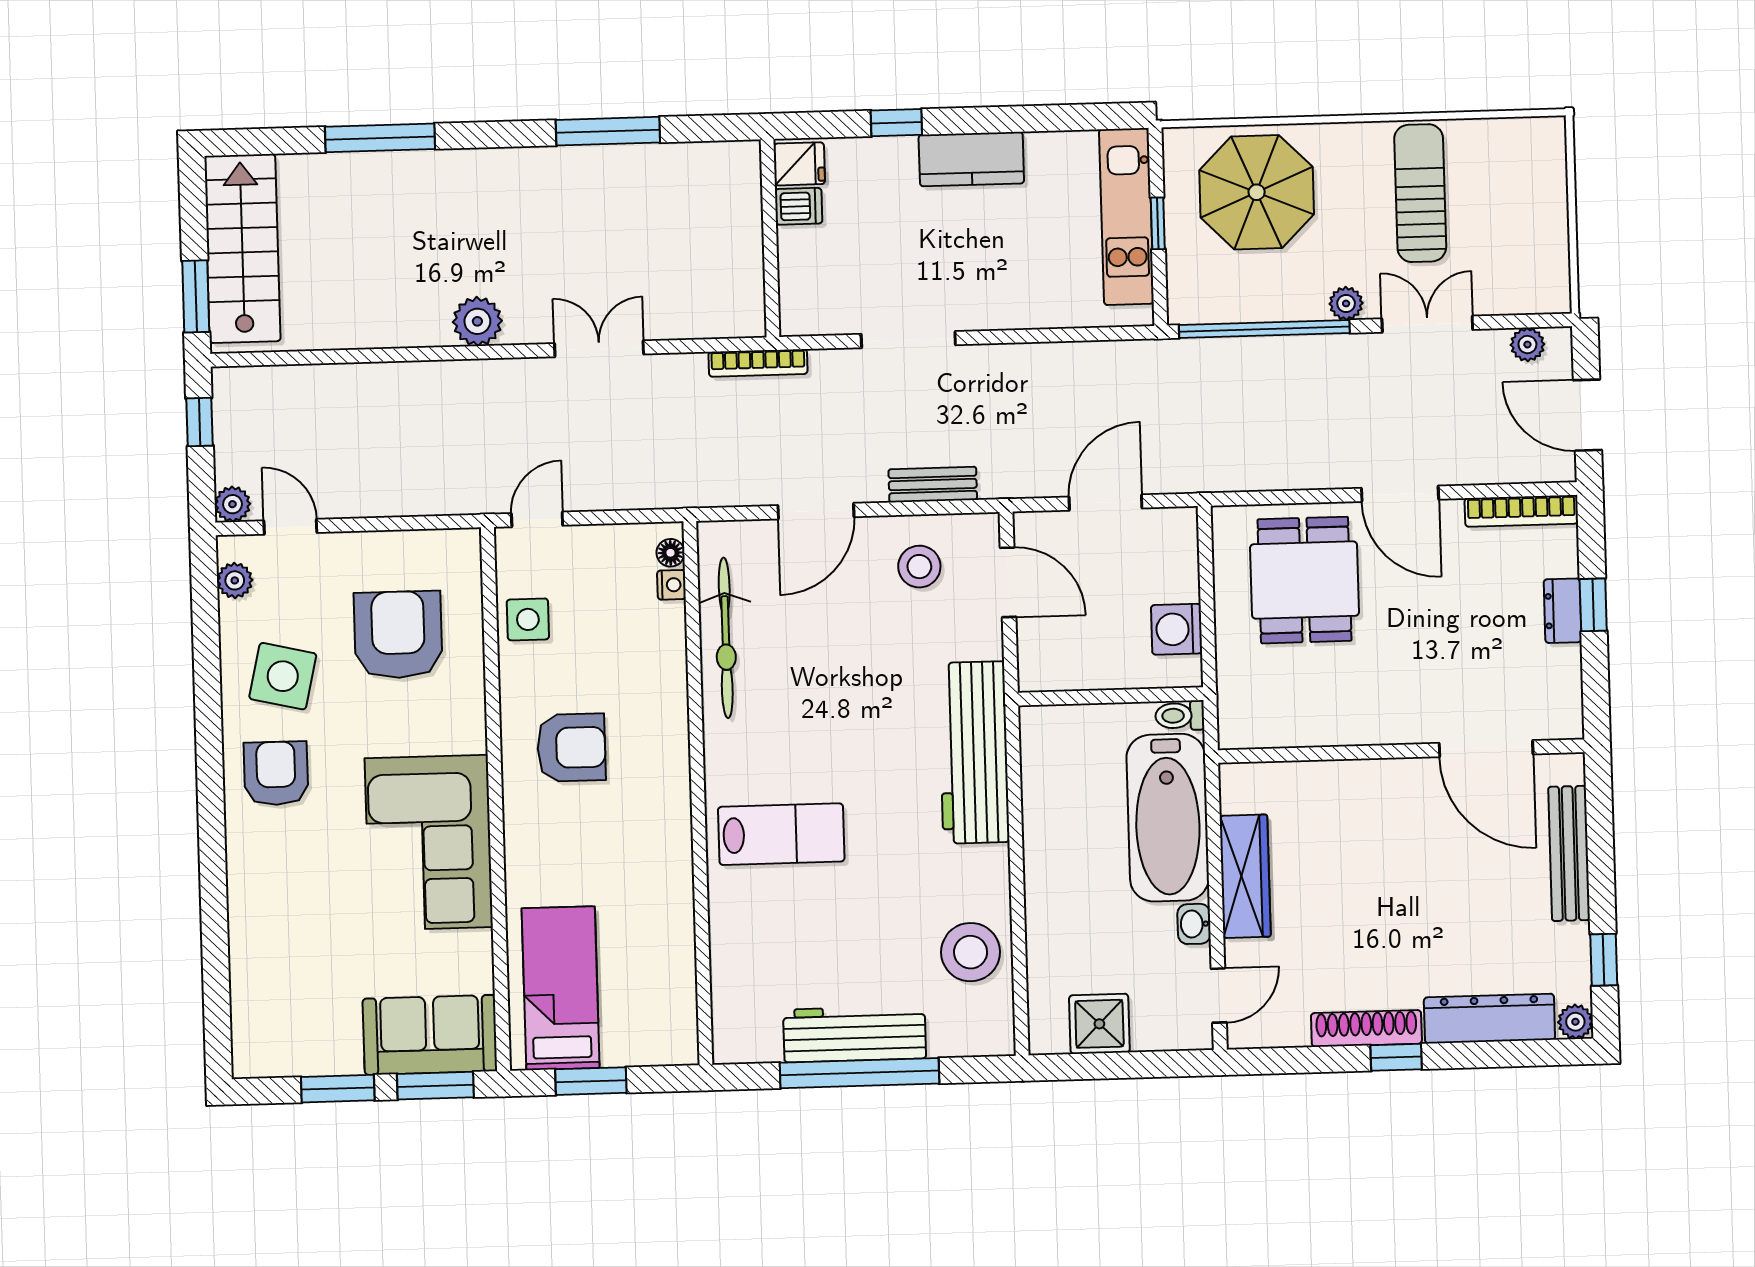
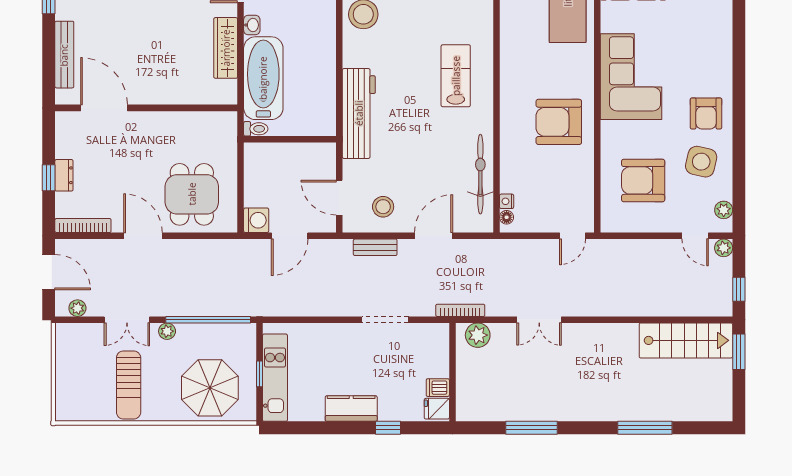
stairs: (242, 248) -> (686, 340), moved, turned -90
plant: (477, 321) -> (478, 335), moved
side table: (528, 619) -> (578, 186), removed
washing machine: (1177, 629) -> (256, 220), moved
armchair: (398, 635) -> (643, 180), turned 90
armchair: (571, 748) -> (559, 122), width x1.36, depth x1.36
lab bench: (781, 834) -> (456, 76), turned 90

